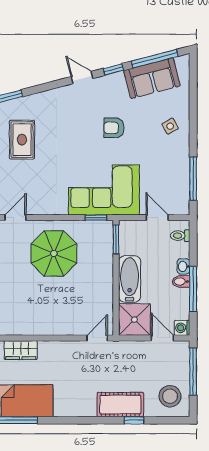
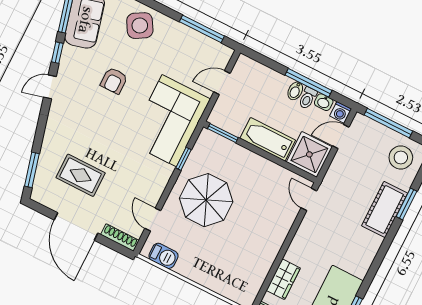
side table: (170, 126) -> (140, 26), width x1.87, depth x1.87
window: (96, 218) -> (183, 159), moved
toilet: (180, 236) -> (308, 98), moved
washbasin: (183, 266) -> (324, 102), moved
window: (134, 420) -> (406, 204), width x1.50

